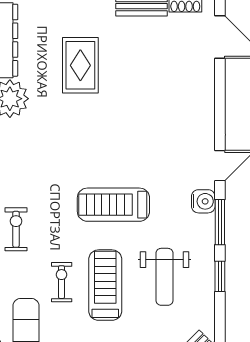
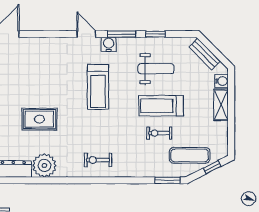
rug: (80, 65) -> (39, 119), moved
treadmill: (113, 205) -> (98, 87), moved
exercise bike: (16, 229) -> (98, 160), moved

